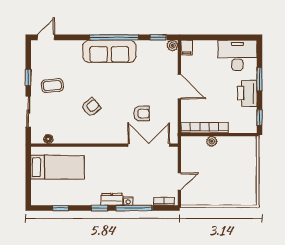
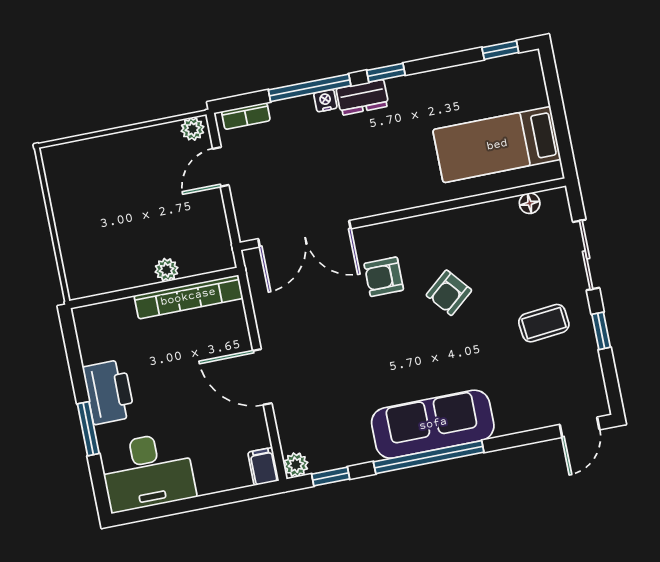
armchair: (141, 113) -> (384, 277), moved
window: (259, 117) -> (71, 343), removed
plant: (188, 200) -> (193, 129), added
window: (60, 208) -> (500, 50), moved

